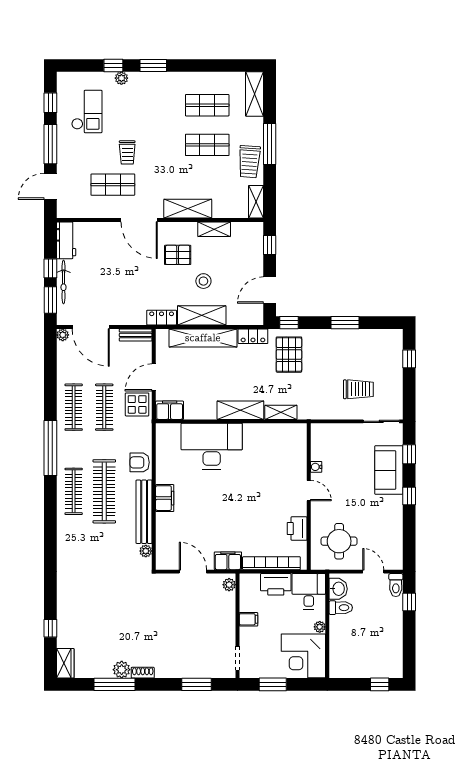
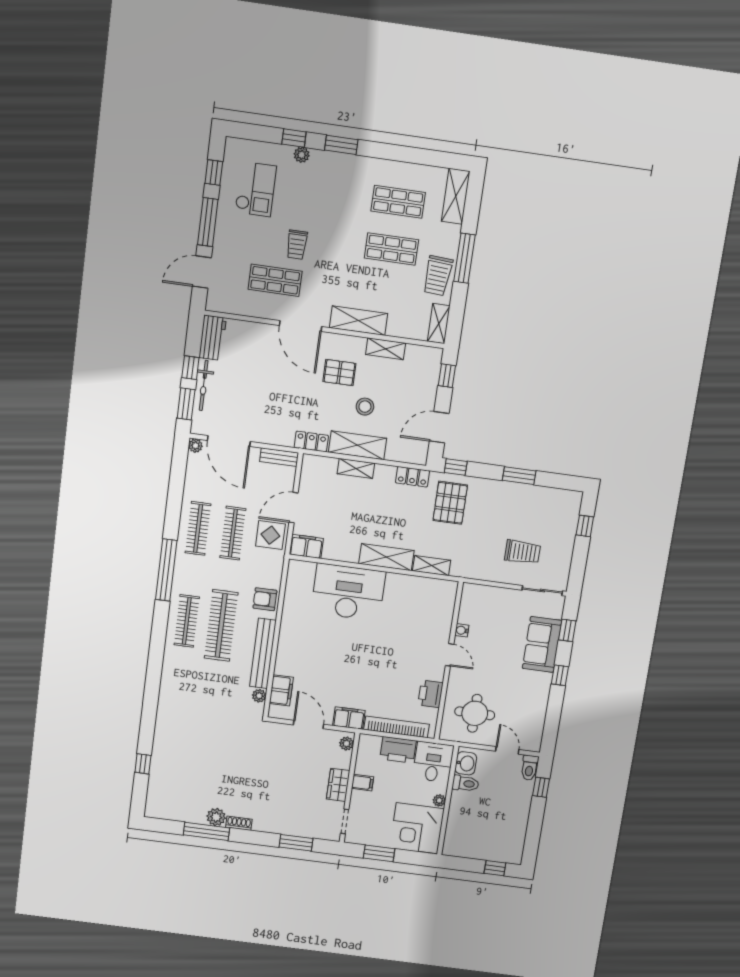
shelving: (203, 338) -> (356, 468), width x0.45, depth x0.75
filing cabinet: (165, 498) -> (281, 690), moved
wardrobe: (65, 663) -> (338, 785), moved, turned 180

